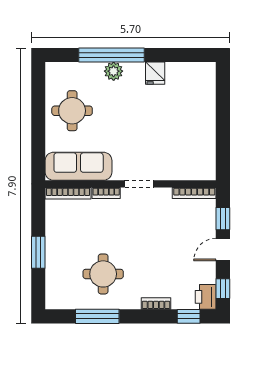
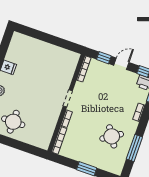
sofa: (79, 166) -> (46, 129), removed
door: (223, 250) -> (121, 64), swing flipped
round table: (103, 274) -> (112, 136), turned -33

